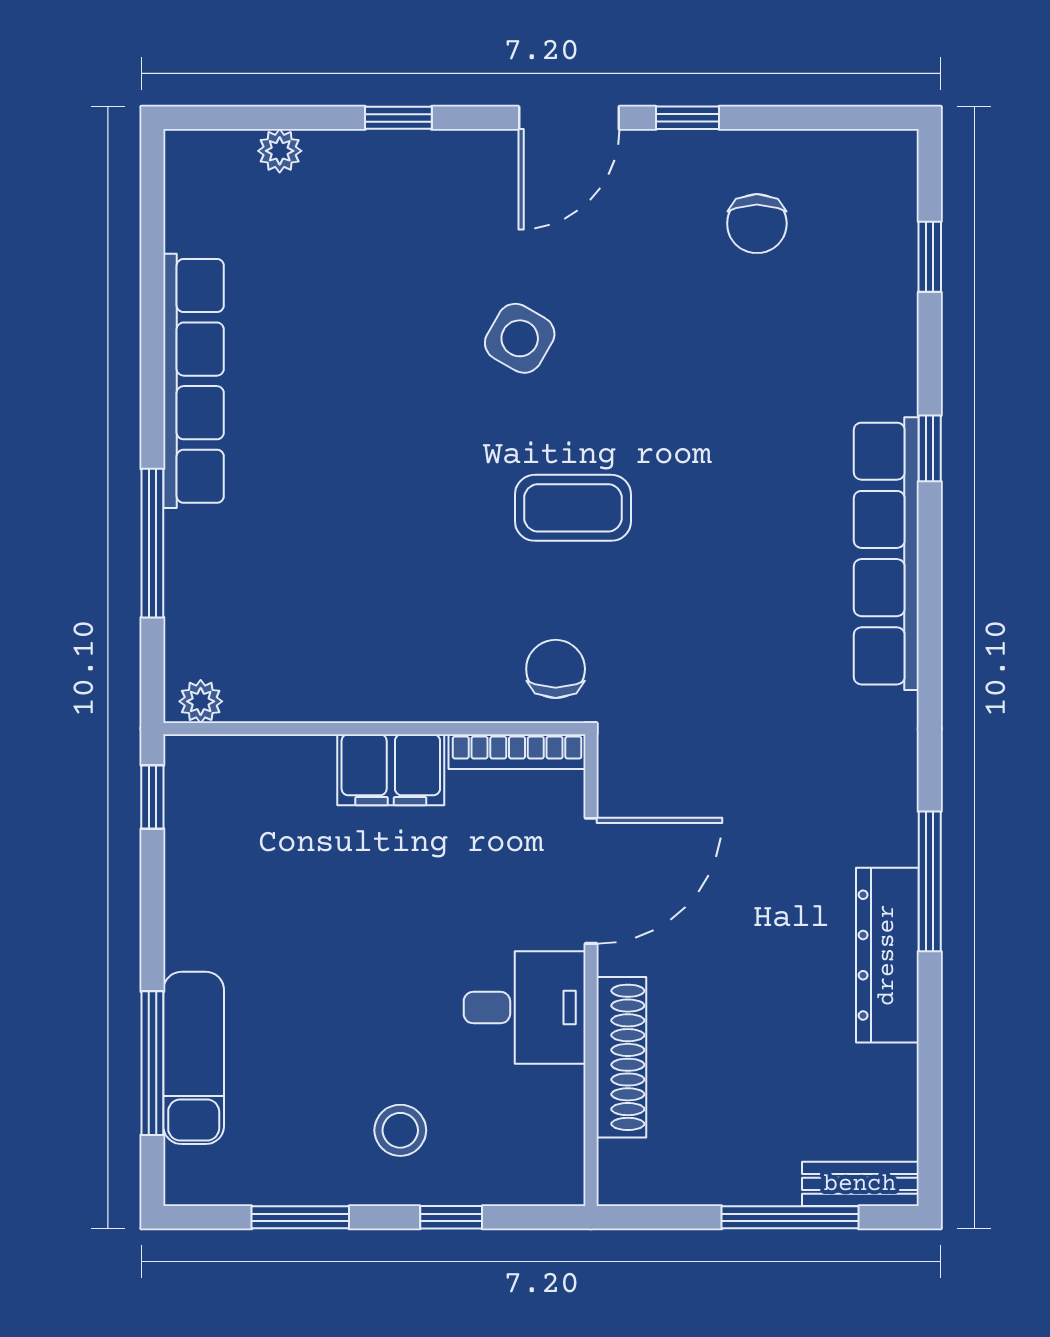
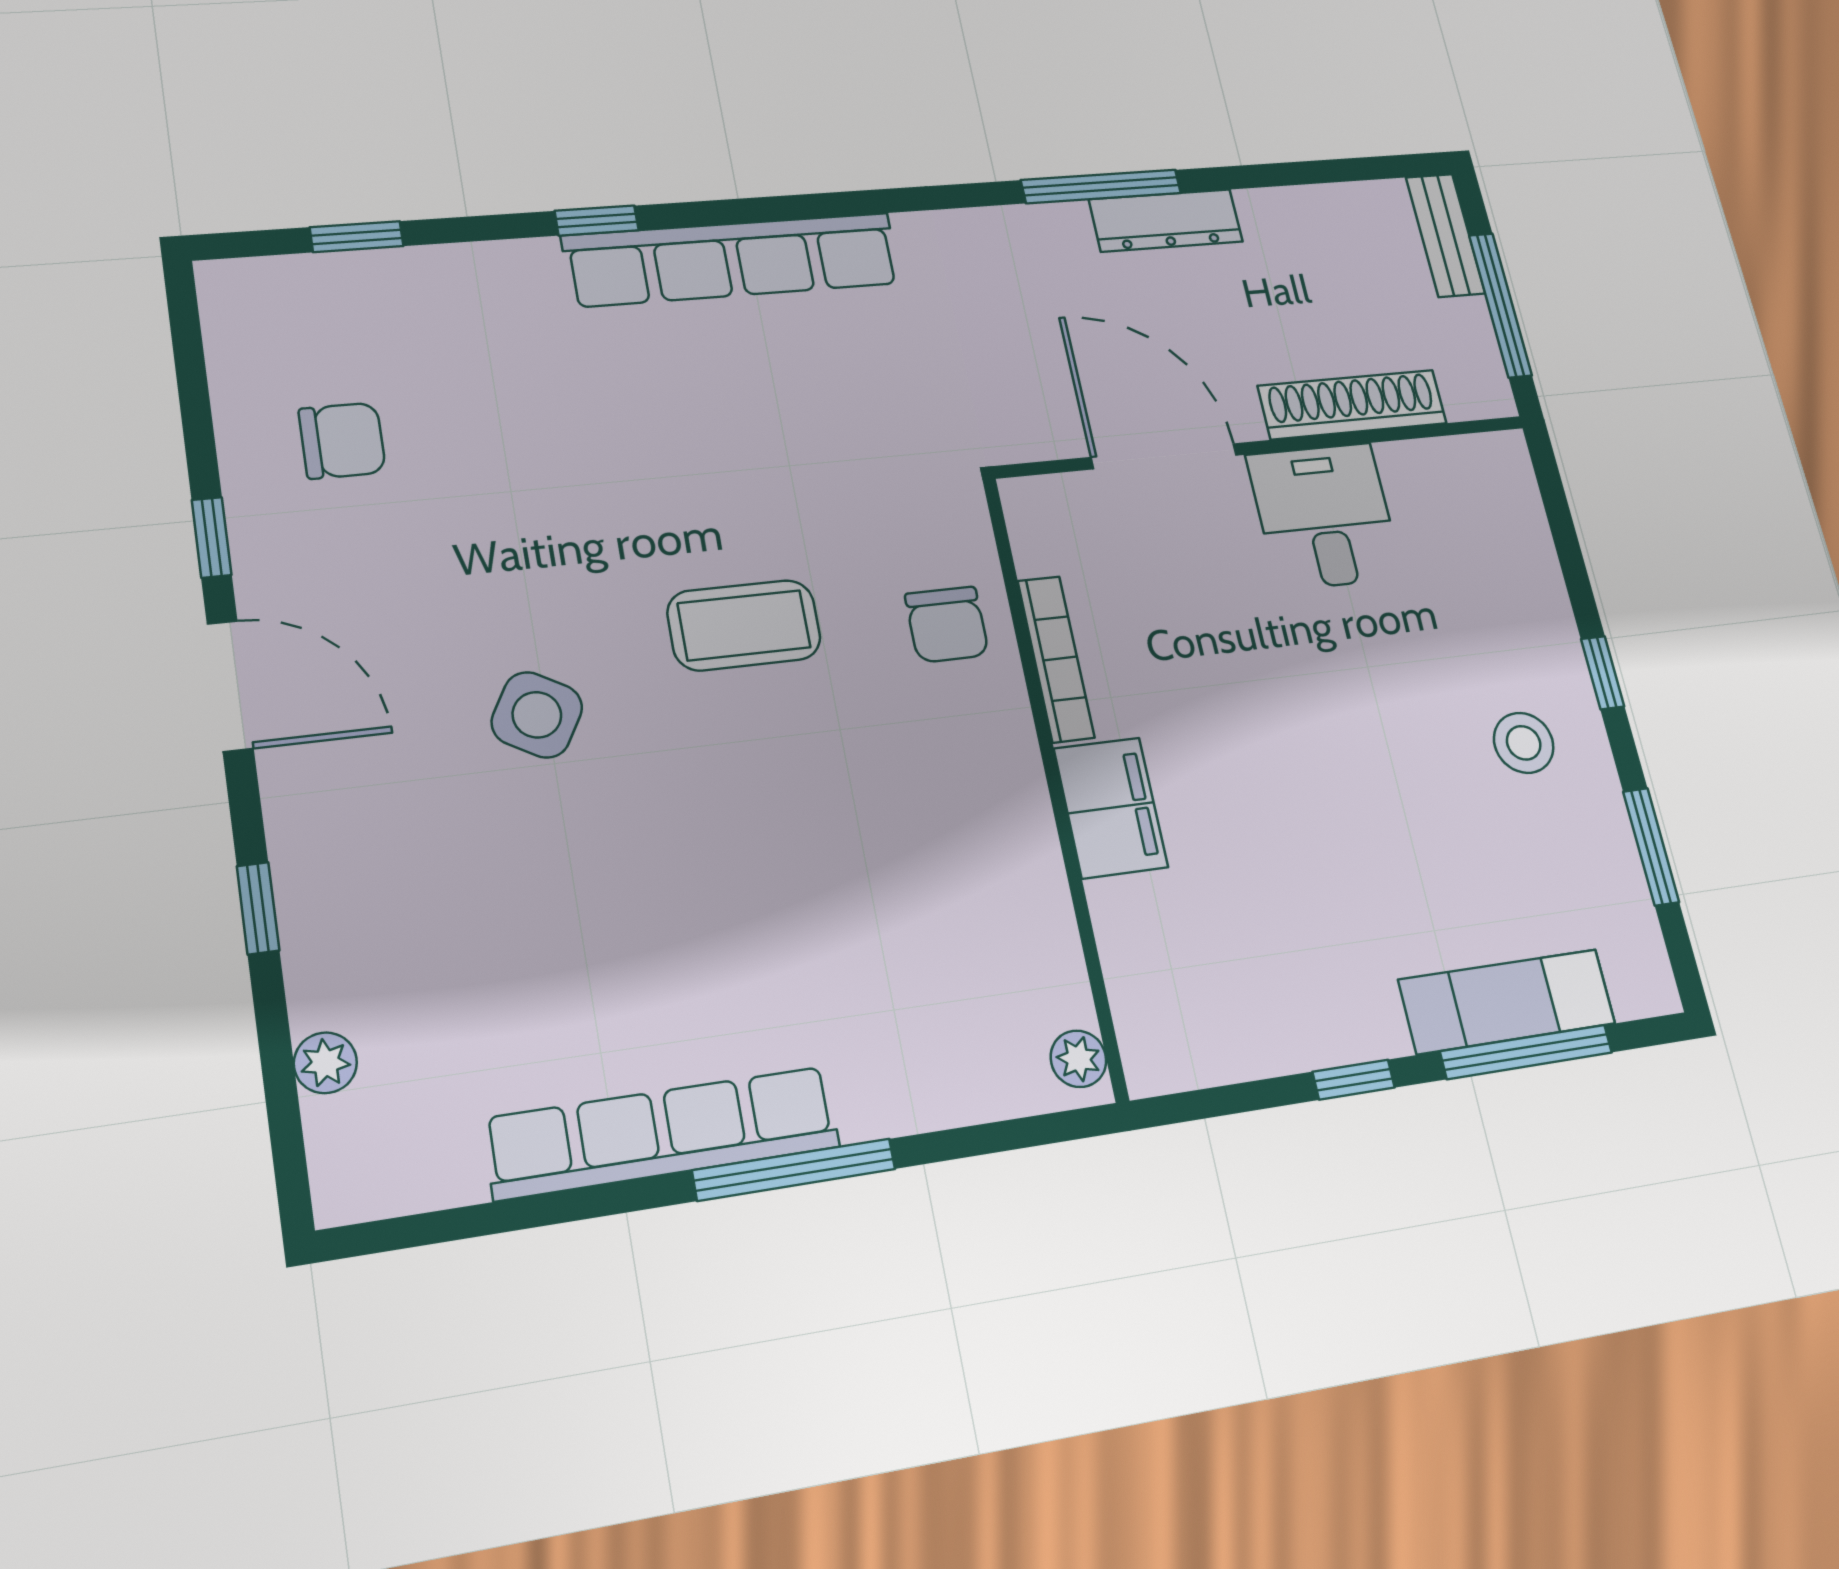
coffee table: (573, 508) -> (744, 625), turned 90
window: (152, 543) -> (794, 1170), moved
chair: (556, 669) -> (947, 624), turned -90
window: (152, 797) -> (1354, 1080), moved
door: (591, 881) -> (1164, 456), moved
dresser: (887, 955) -> (1166, 221), width x0.73, depth x0.80
wall: (591, 970) -> (1265, 447), moved
desk: (525, 1008) -> (1325, 516), moved
shoe rack: (621, 1057) -> (1352, 405), moved

